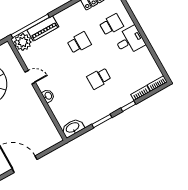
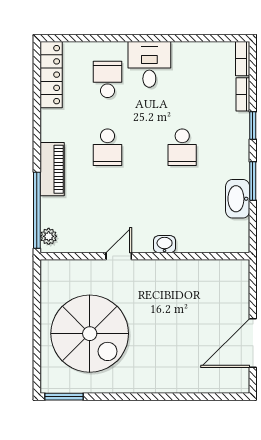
piano: (43, 28) -> (52, 169), moved
plant: (23, 42) -> (49, 236), width x0.53, depth x0.53
school desk: (79, 43) -> (107, 147), turned 180
washbasin: (73, 128) -> (238, 199), moved

